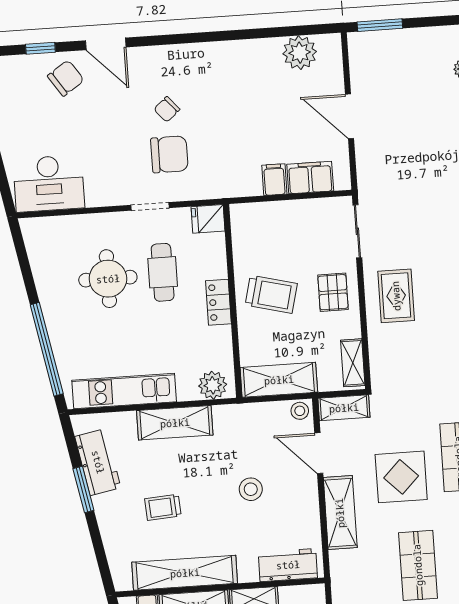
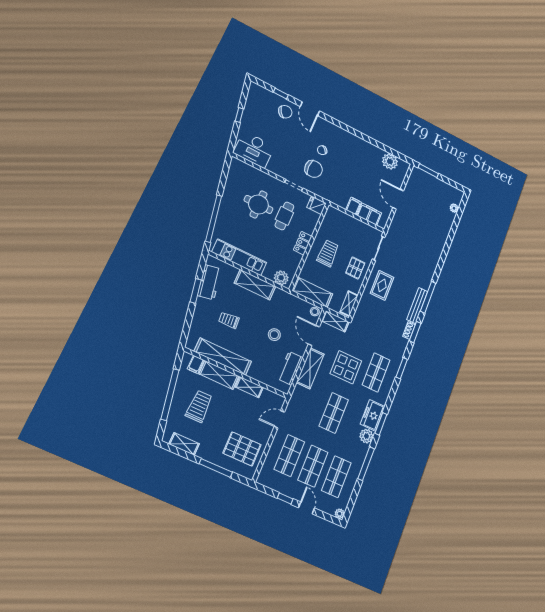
trolley: (271, 294) -> (328, 253), turned -104
workbench: (288, 565) -> (290, 368), moved, turned -90

